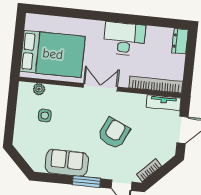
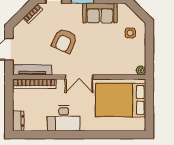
plant: (39, 89) -> (141, 70), moved
tv unit: (164, 103) -> (32, 70), width x1.41
side table: (45, 116) -> (130, 33), moved

